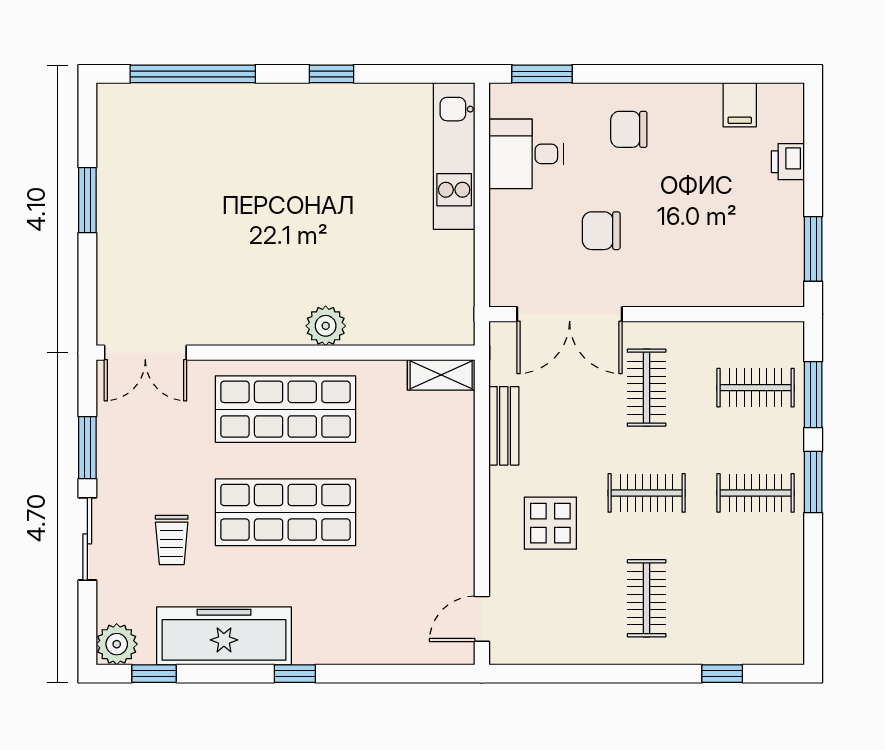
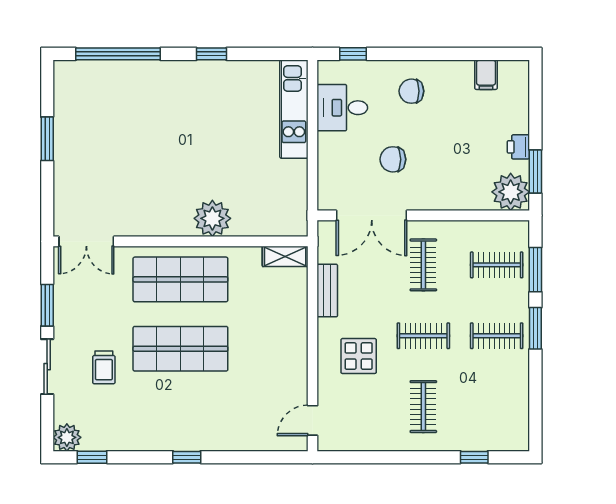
window: (542, 74) -> (353, 54), width x0.67
printer: (788, 162) -> (518, 147), moved
plant: (776, 279) -> (511, 192), added
plant: (326, 326) -> (212, 218), width x1.36, depth x1.36
freezer: (224, 636) -> (139, 432), removed

